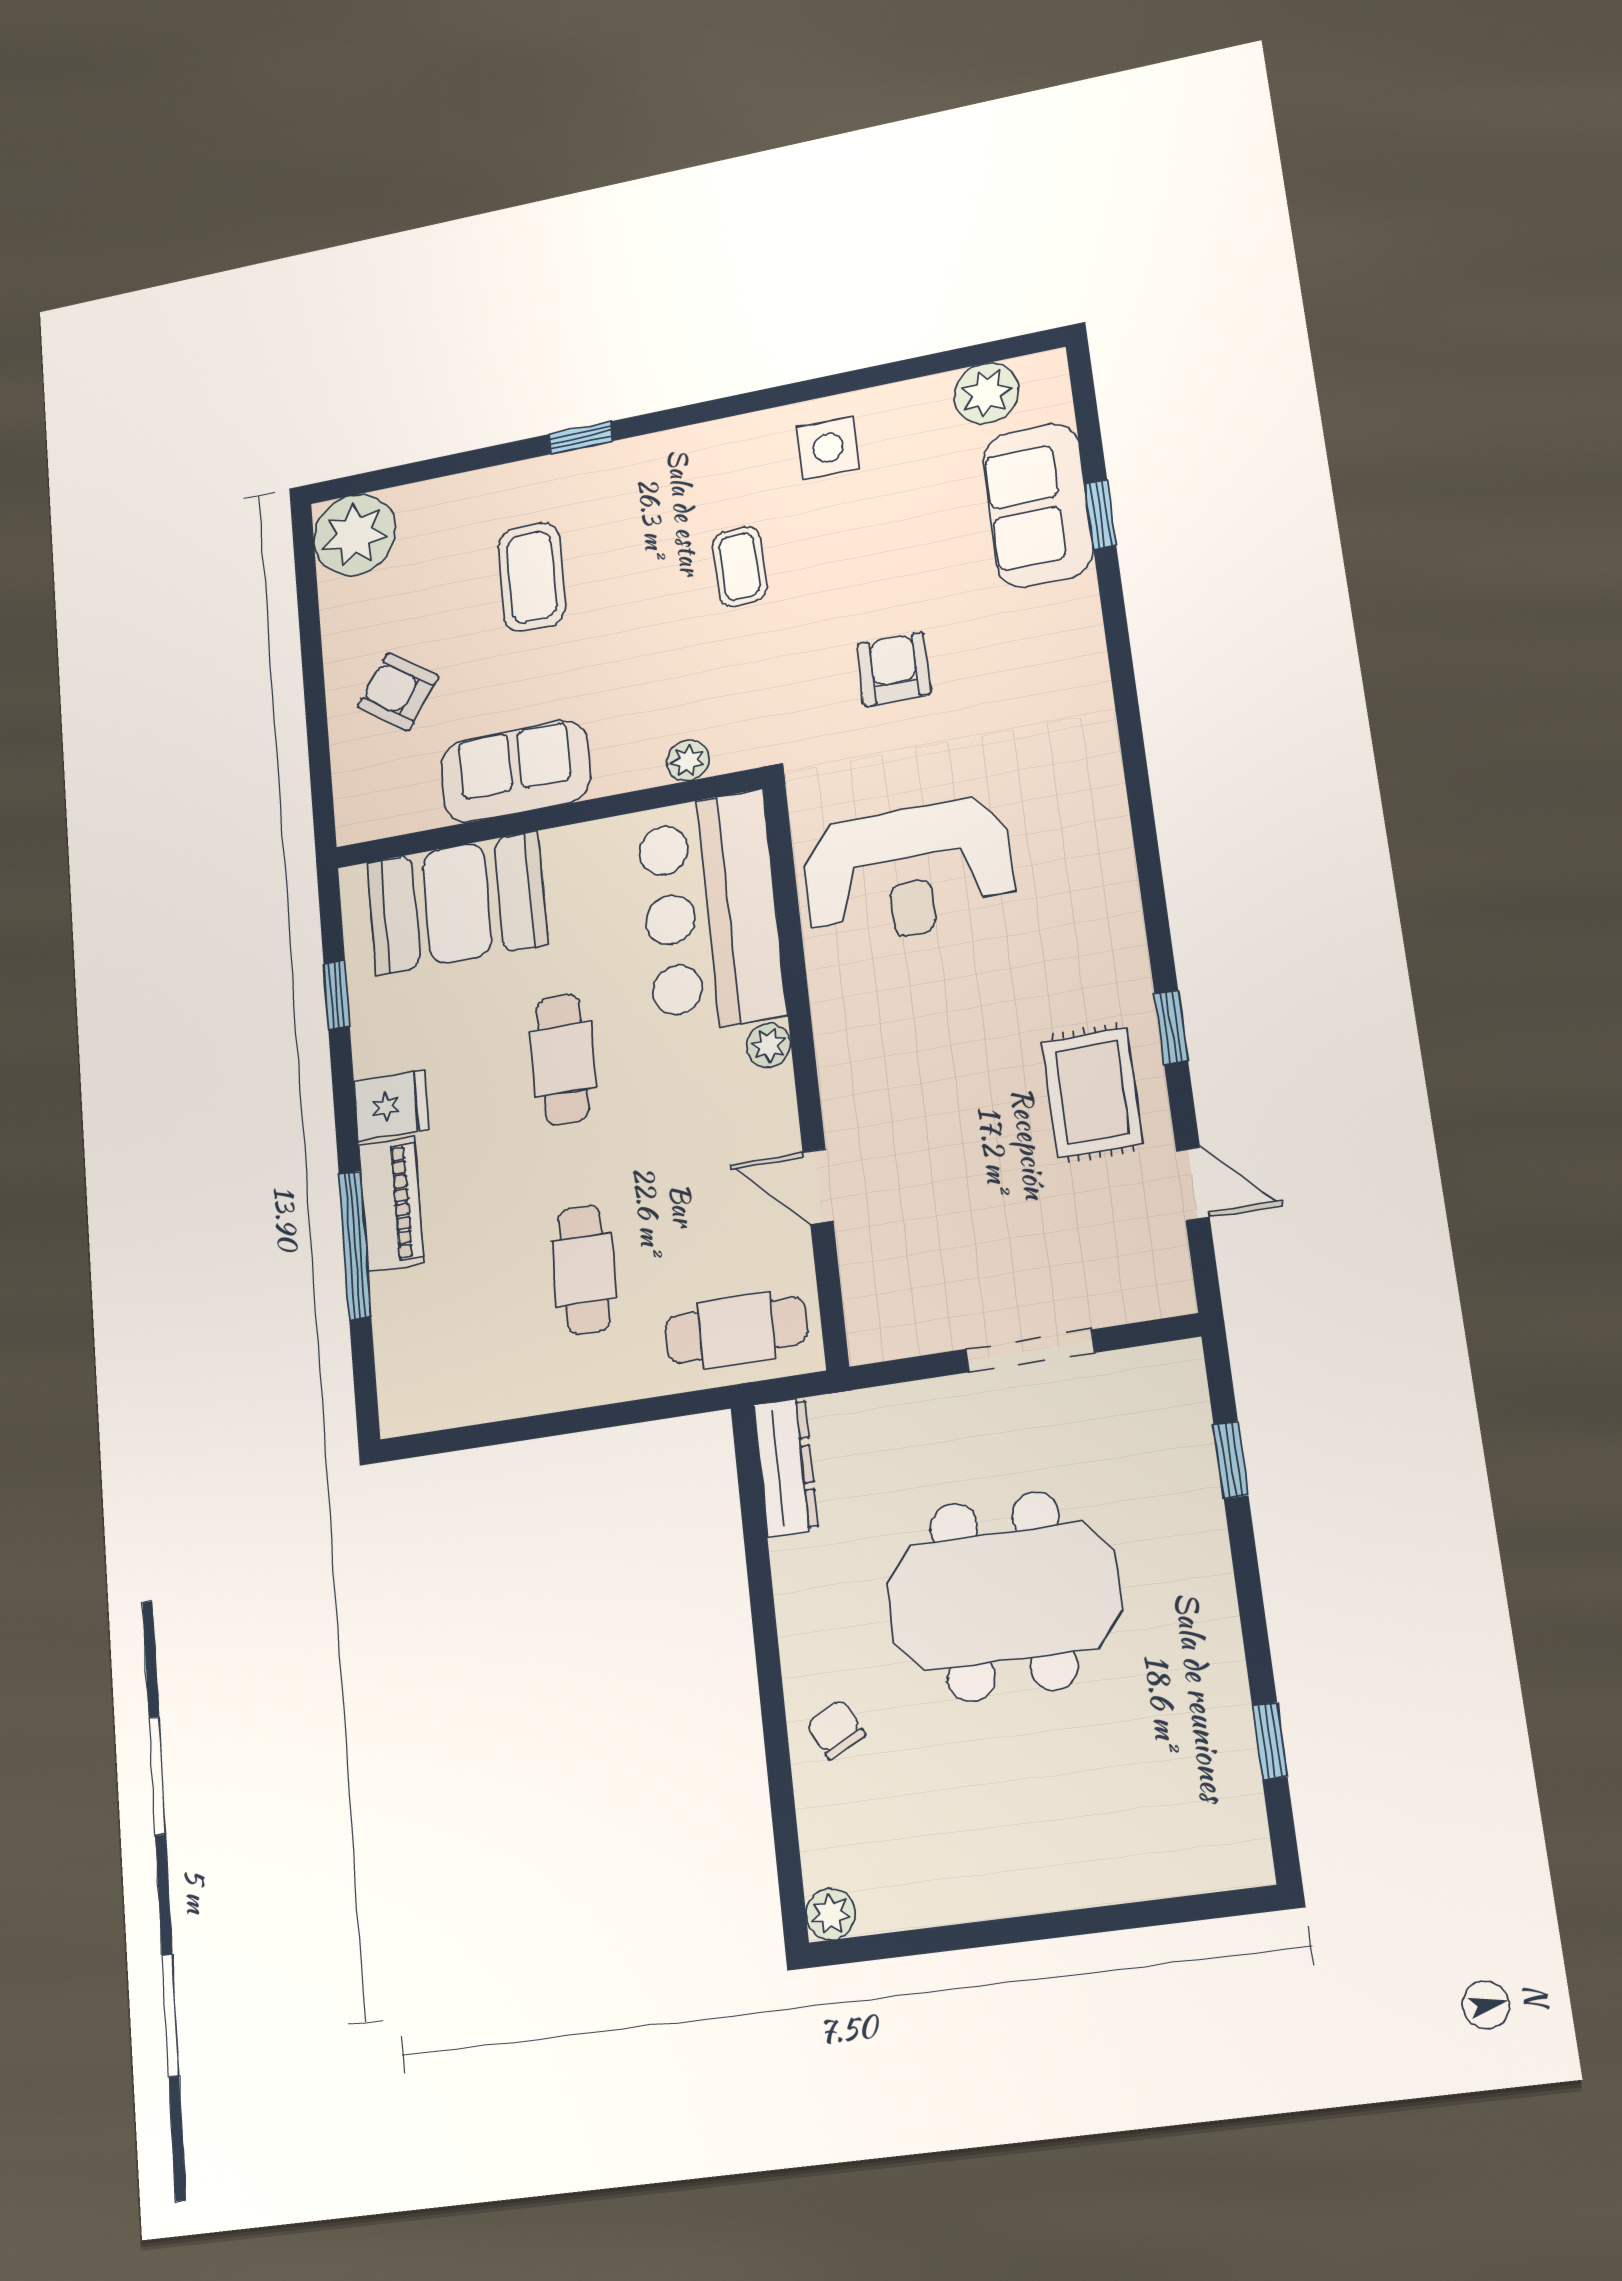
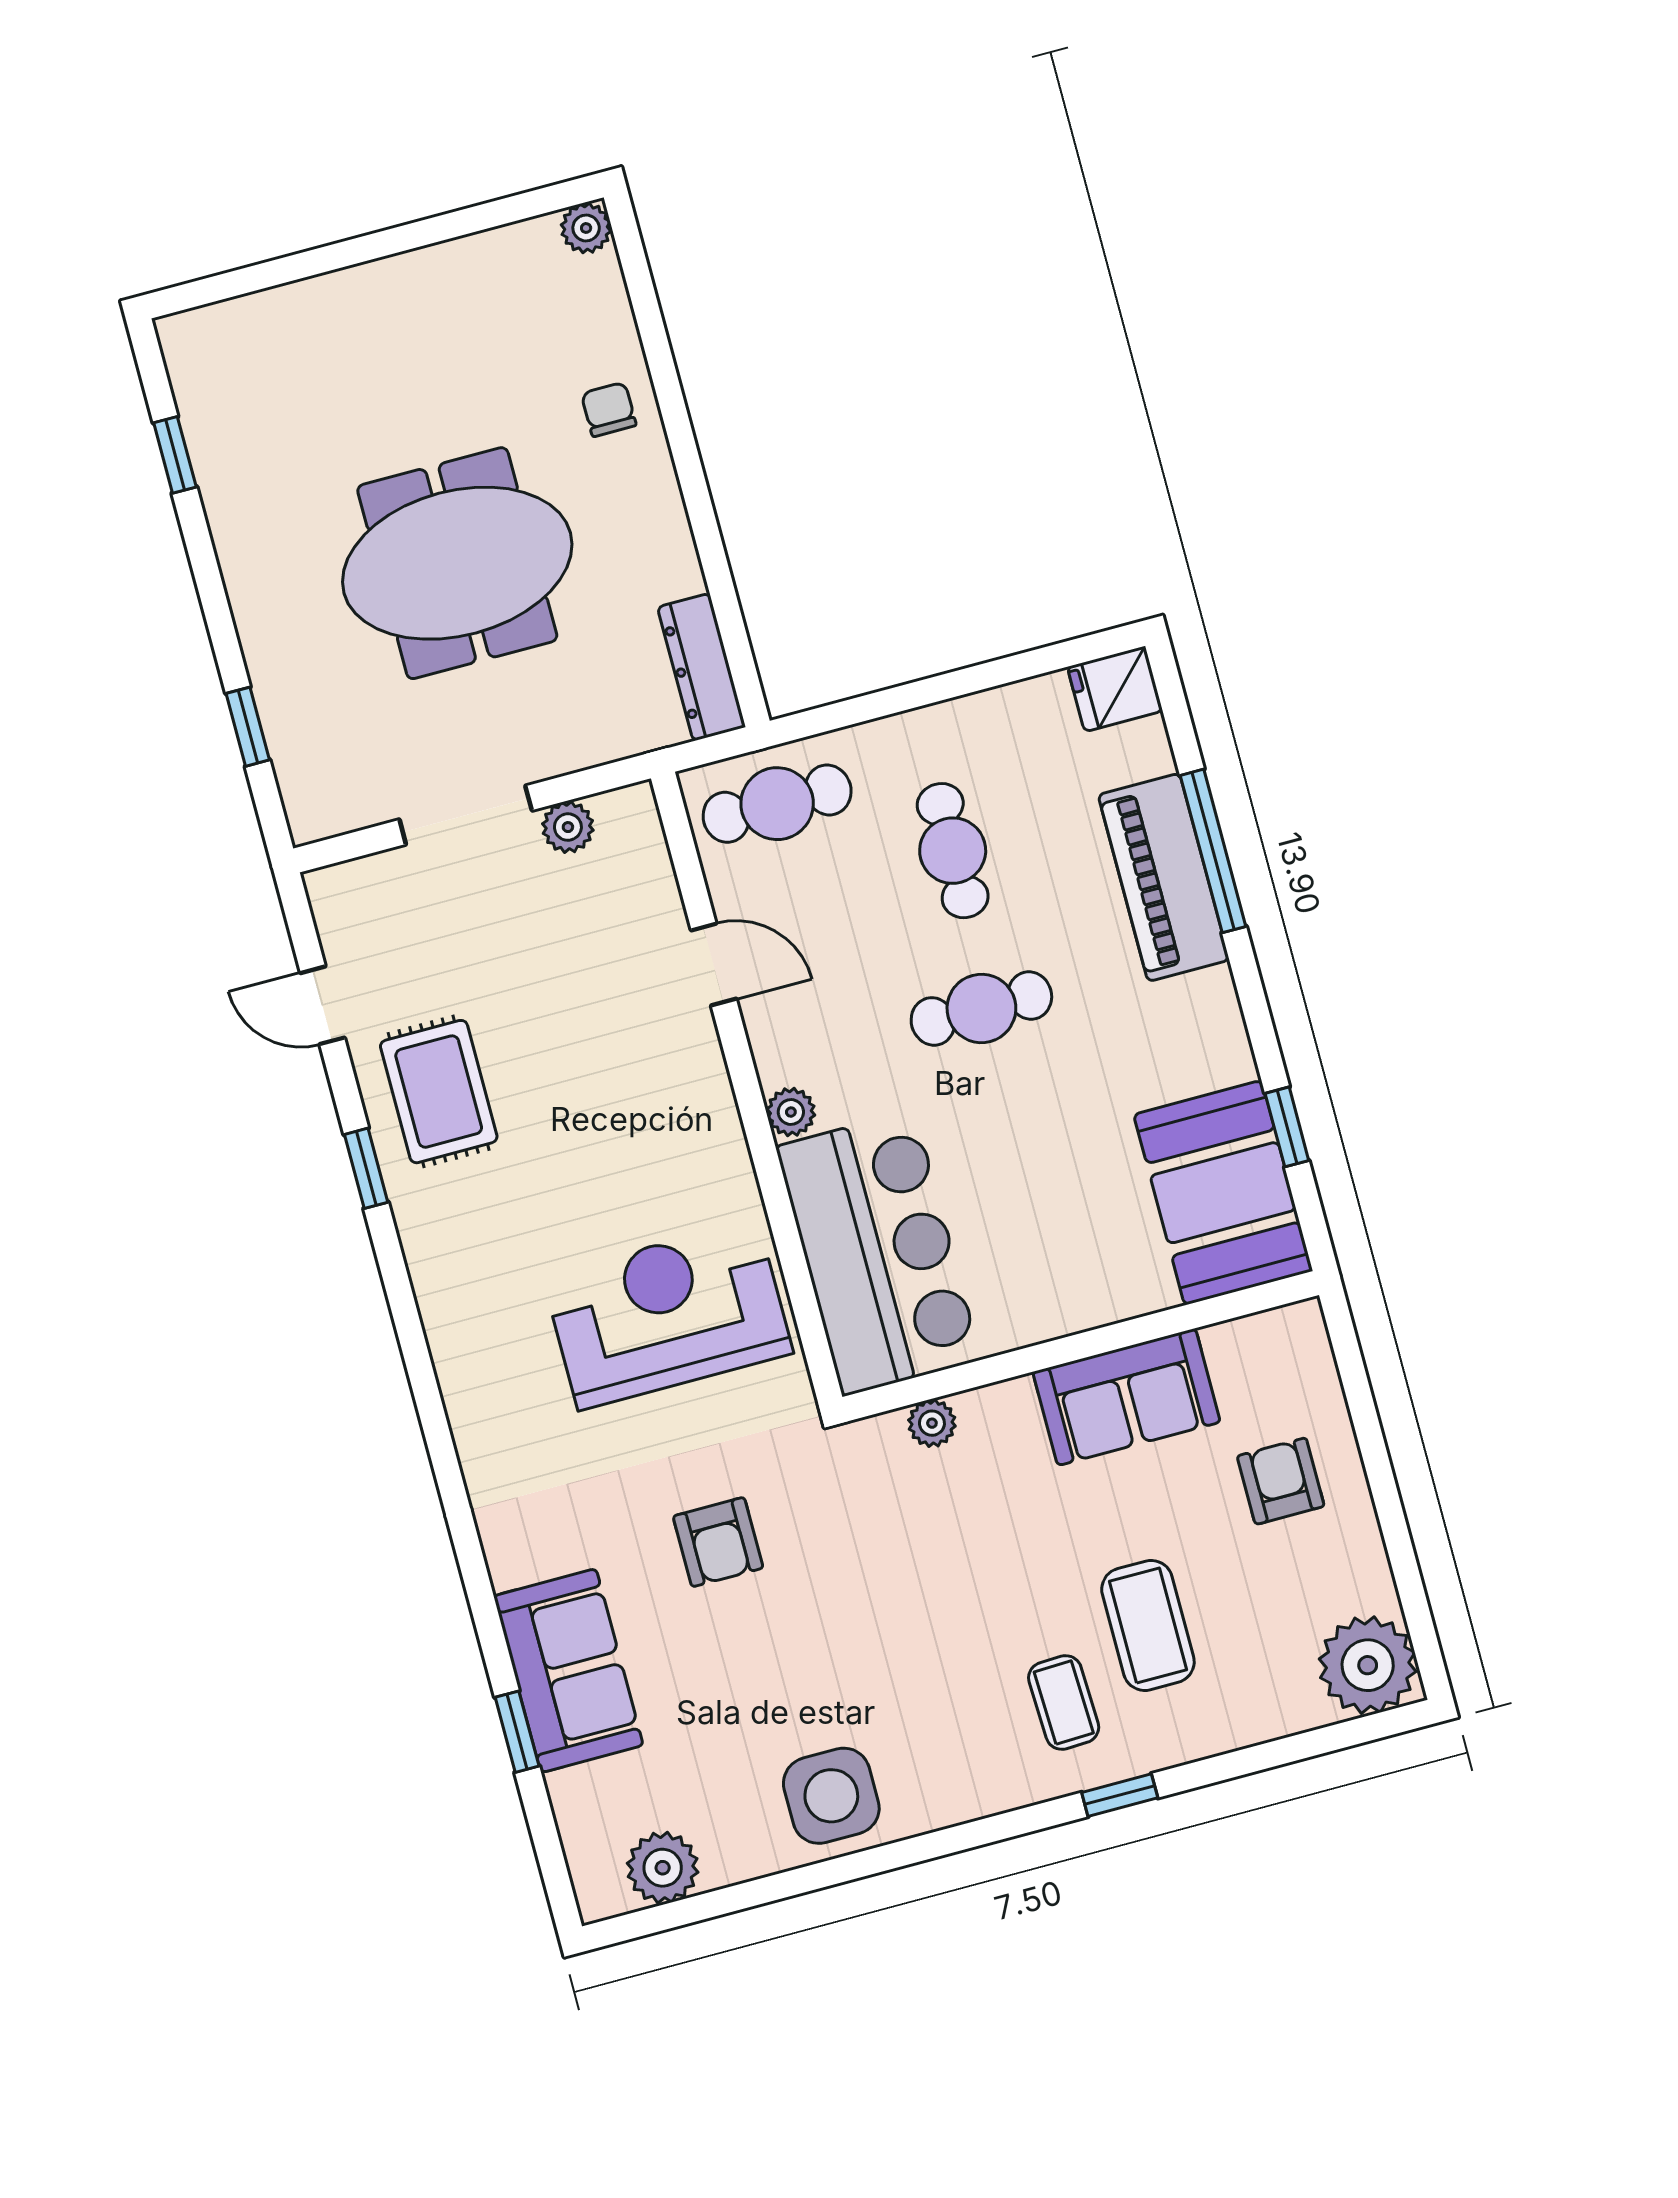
side table: (828, 448) -> (831, 1796), width x1.37, depth x1.37
sofa: (1038, 505) -> (568, 1671), moved
coffee table: (739, 566) -> (1064, 1703), moved
armchair: (398, 692) -> (1281, 1481), turned -125
booth: (457, 903) -> (1223, 1193), moved, turned 90
cafe table: (563, 1059) -> (981, 1008), moved, turned 90
fridge: (391, 1106) -> (1115, 689), moved
piano: (391, 1204) -> (1164, 877), width x1.37, depth x1.33
plant: (934, 1329) -> (568, 827), added
chair: (836, 1729) -> (609, 409), turned -153

